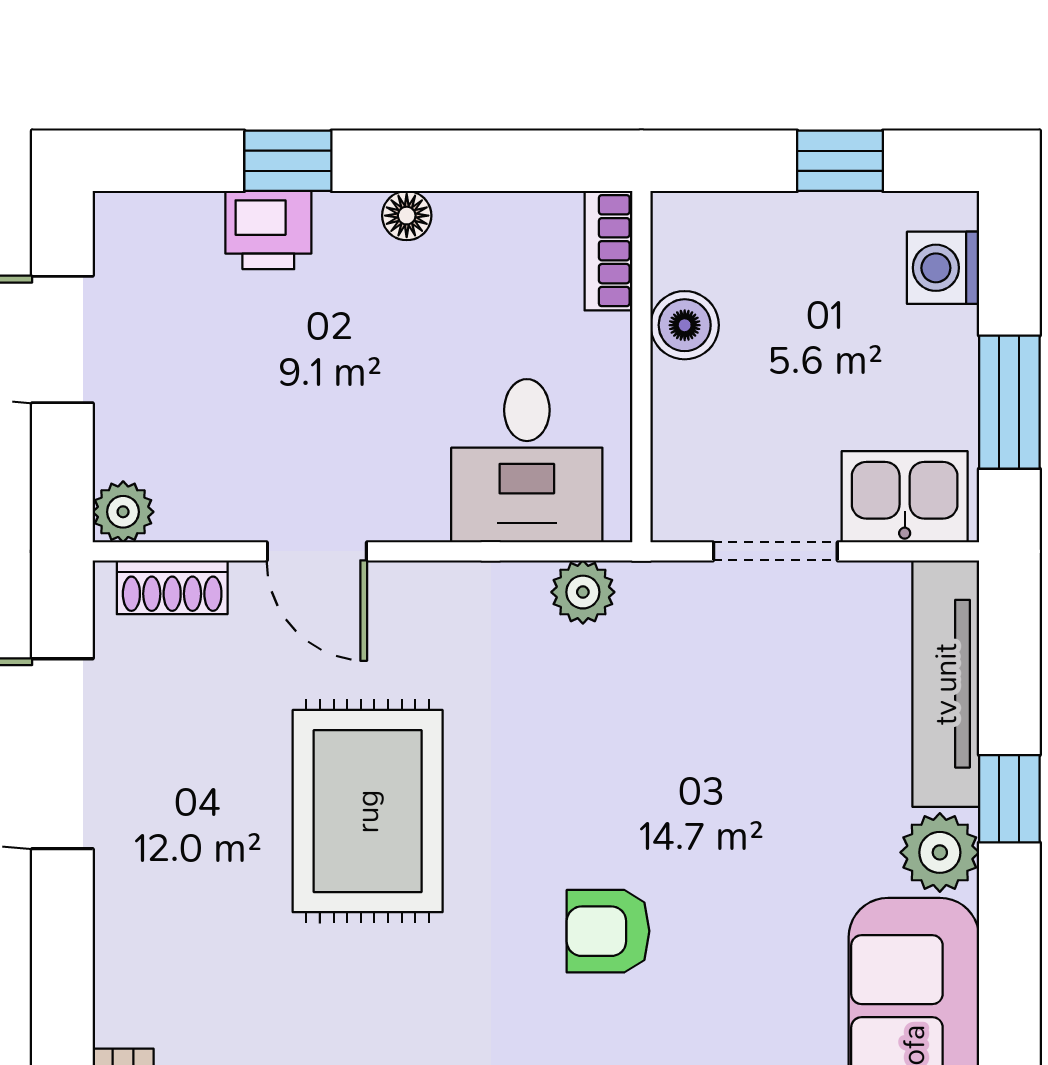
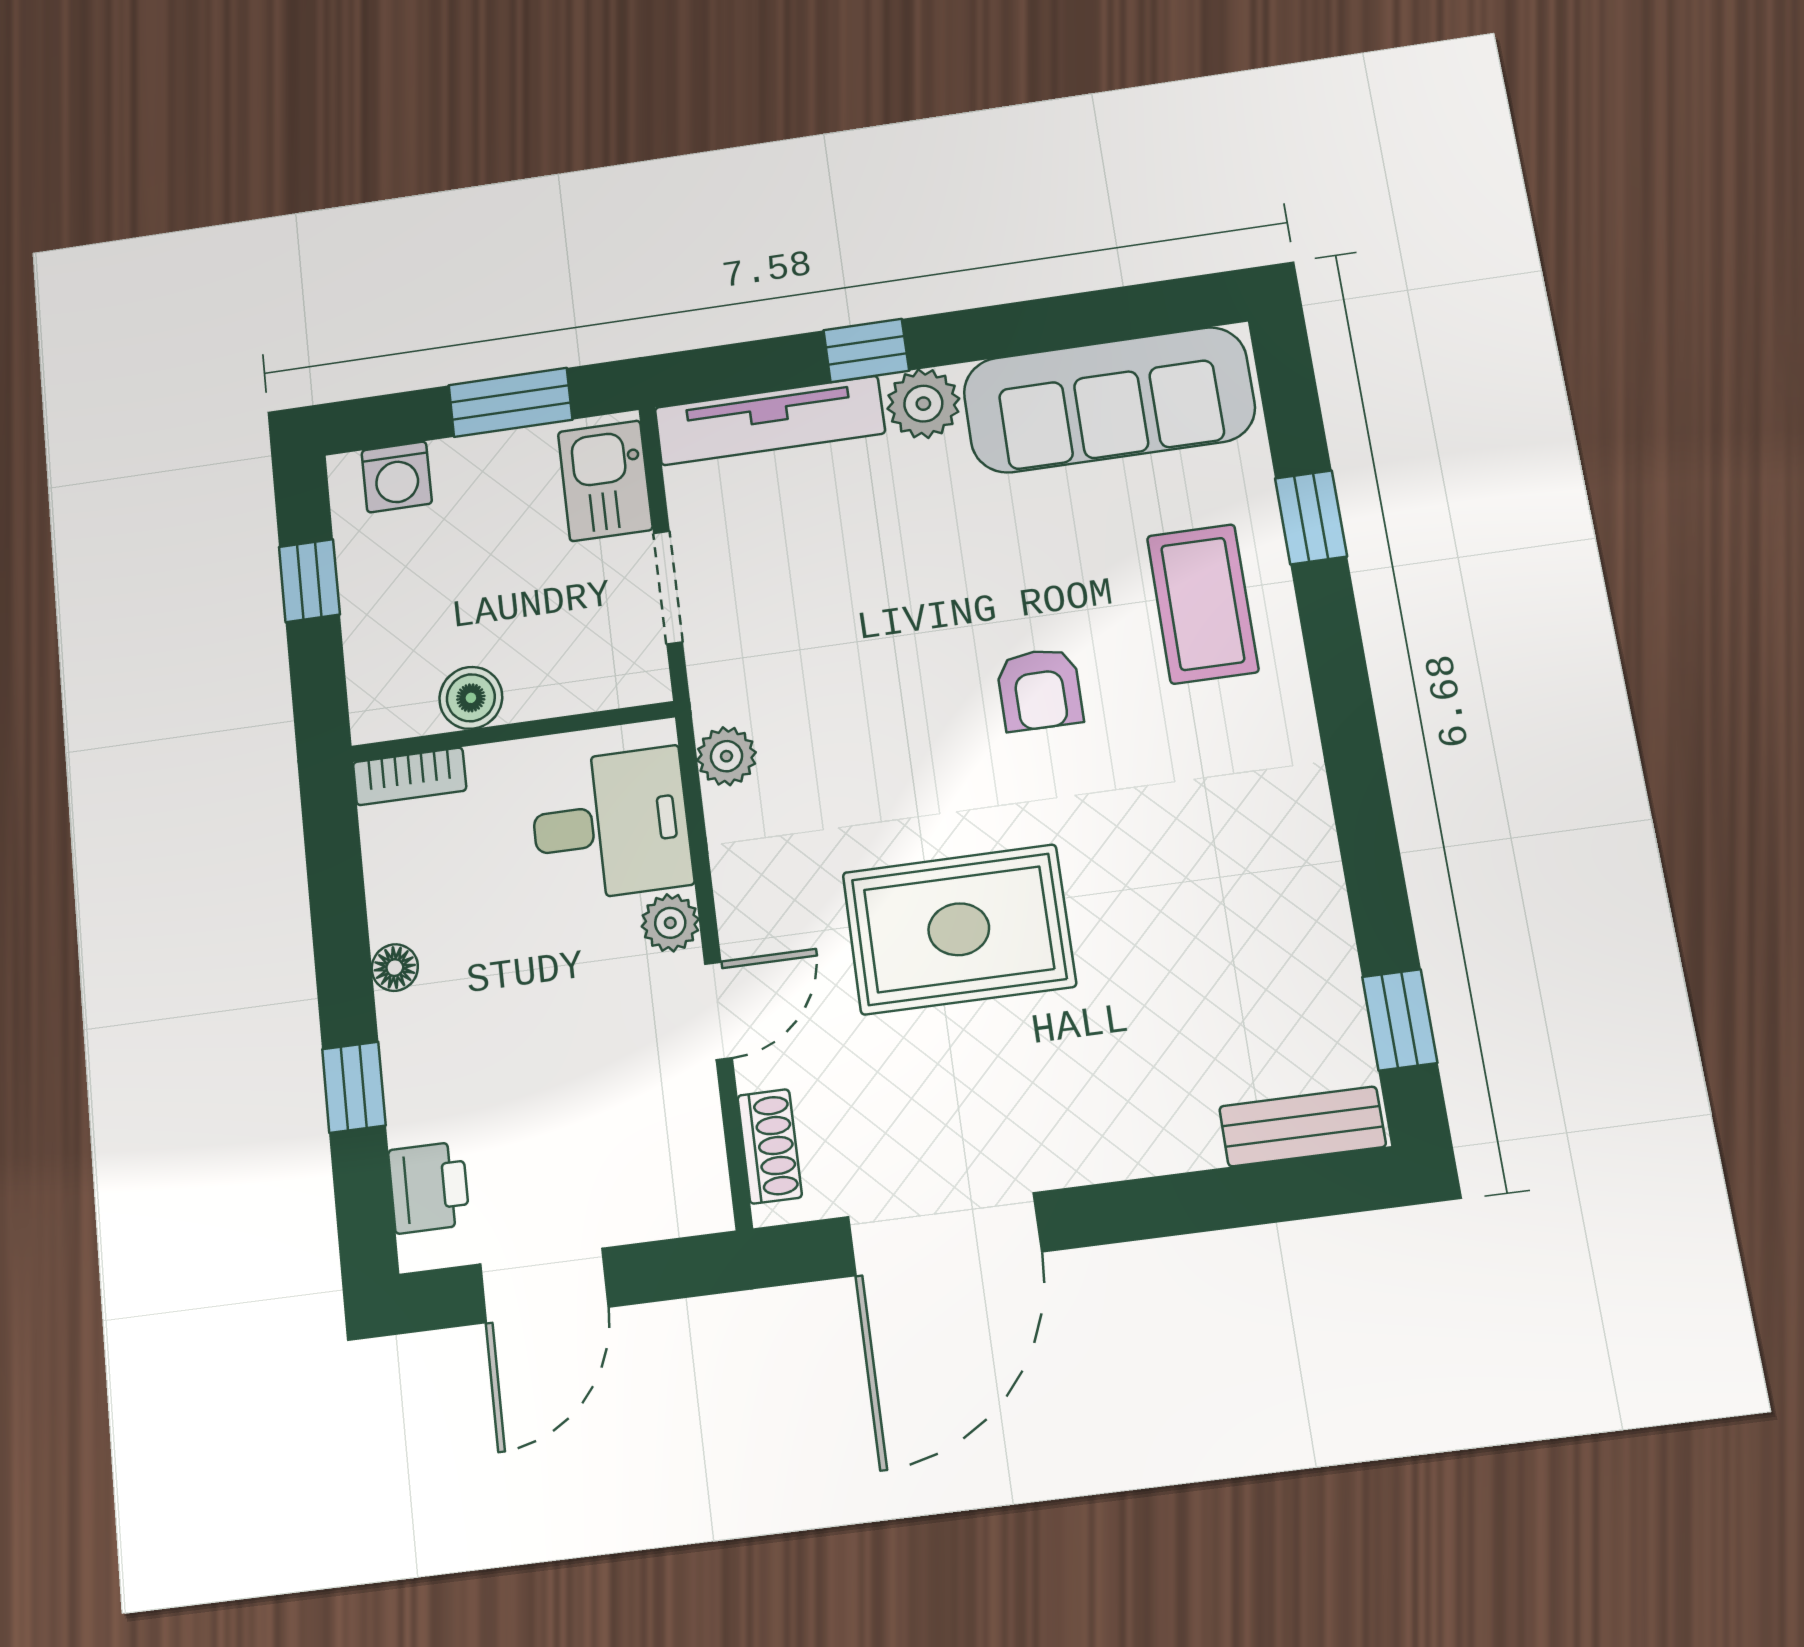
printer: (268, 230) -> (429, 1187), moved
plant: (123, 512) -> (670, 923), moved

